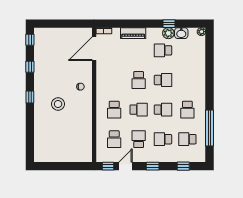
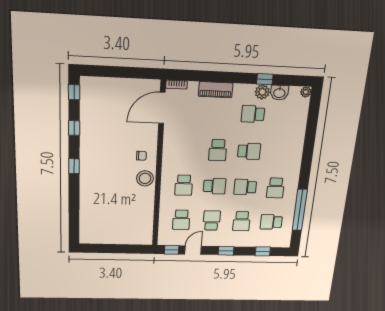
stool: (58, 104) -> (145, 178), moved
school desk: (163, 110) -> (245, 187), turned 180
school desk: (163, 139) -> (242, 221), turned -90

